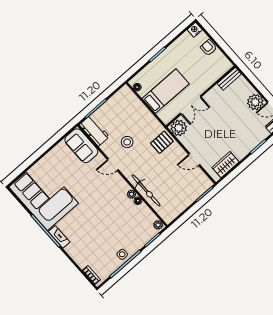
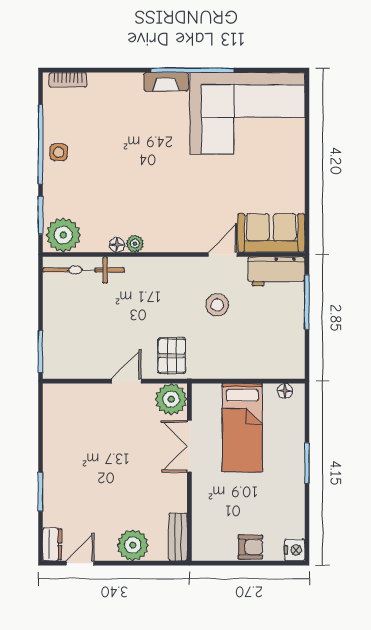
plant: (255, 102) -> (133, 545), moved
door: (194, 159) -> (126, 381), moved
door: (113, 165) -> (223, 255), moved
wardrobe: (225, 165) -> (56, 420), removed
bicycle: (146, 191) -> (84, 270), moved
plant: (158, 225) -> (63, 235), width x1.88, depth x1.88

